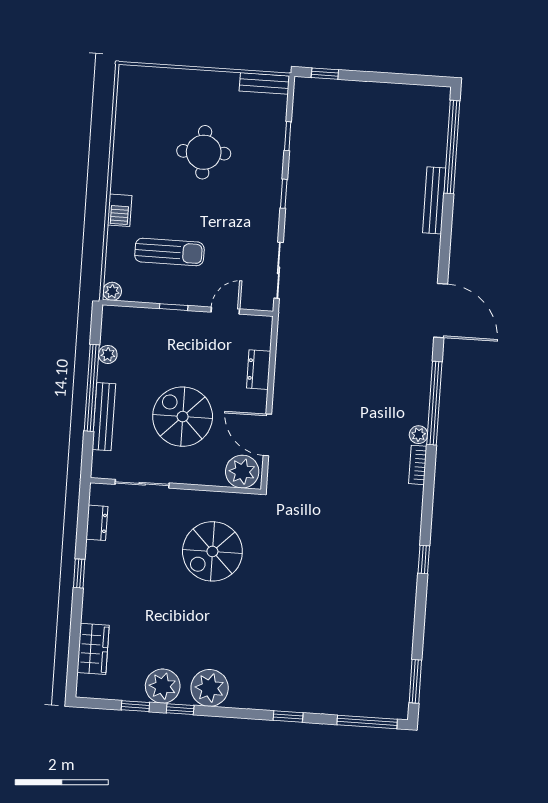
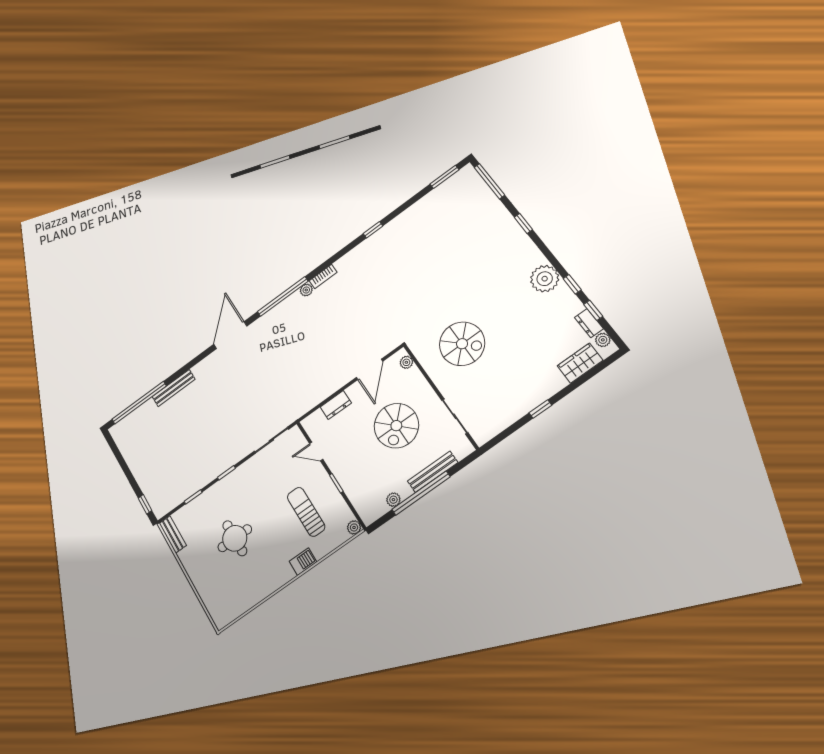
plant: (242, 472) -> (406, 362), width x0.53, depth x0.53
dresser: (97, 523) -> (589, 323), moved, turned -90
plant: (163, 686) -> (603, 340), moved, width x0.53, depth x0.53

